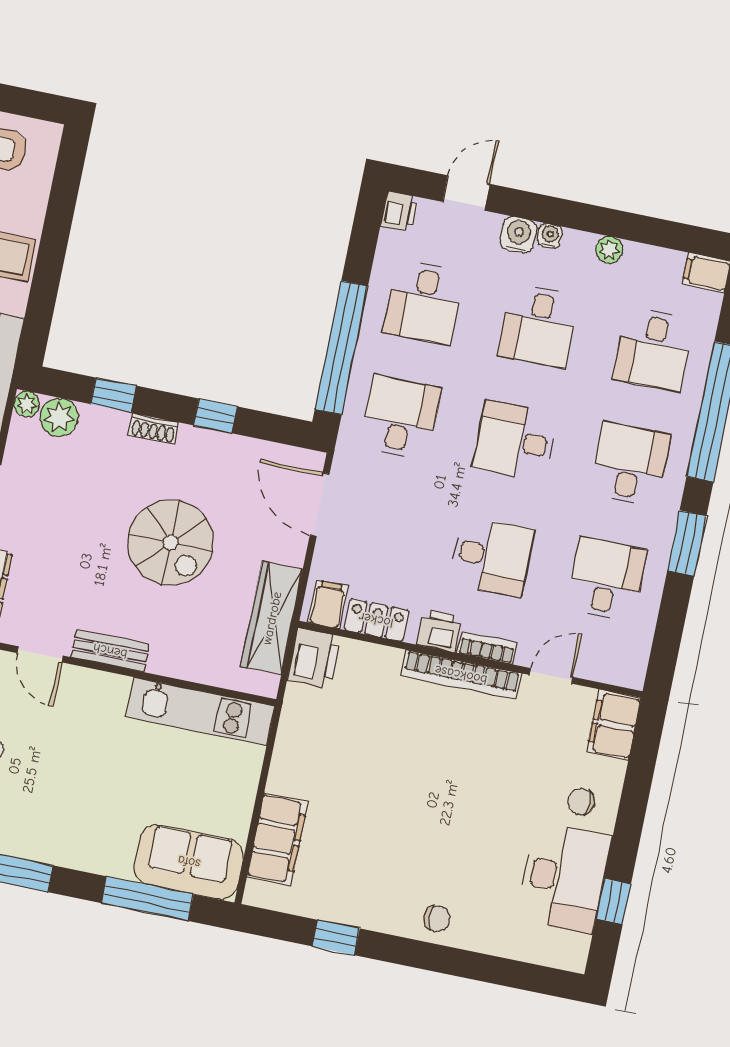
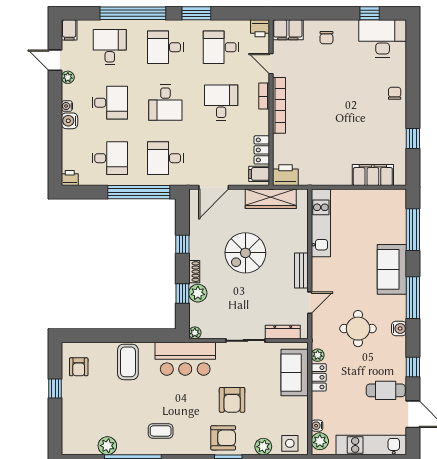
door: (466, 193) -> (55, 60), moved
desk: (653, 349) -> (110, 47), turned -90
plant: (59, 417) -> (198, 293), moved
spiral stairs: (170, 543) -> (245, 253), turned 180
printer: (439, 631) -> (260, 28), moved, turned -90
sofa: (189, 862) -> (392, 269), moved
desk: (564, 878) -> (383, 38), moved

